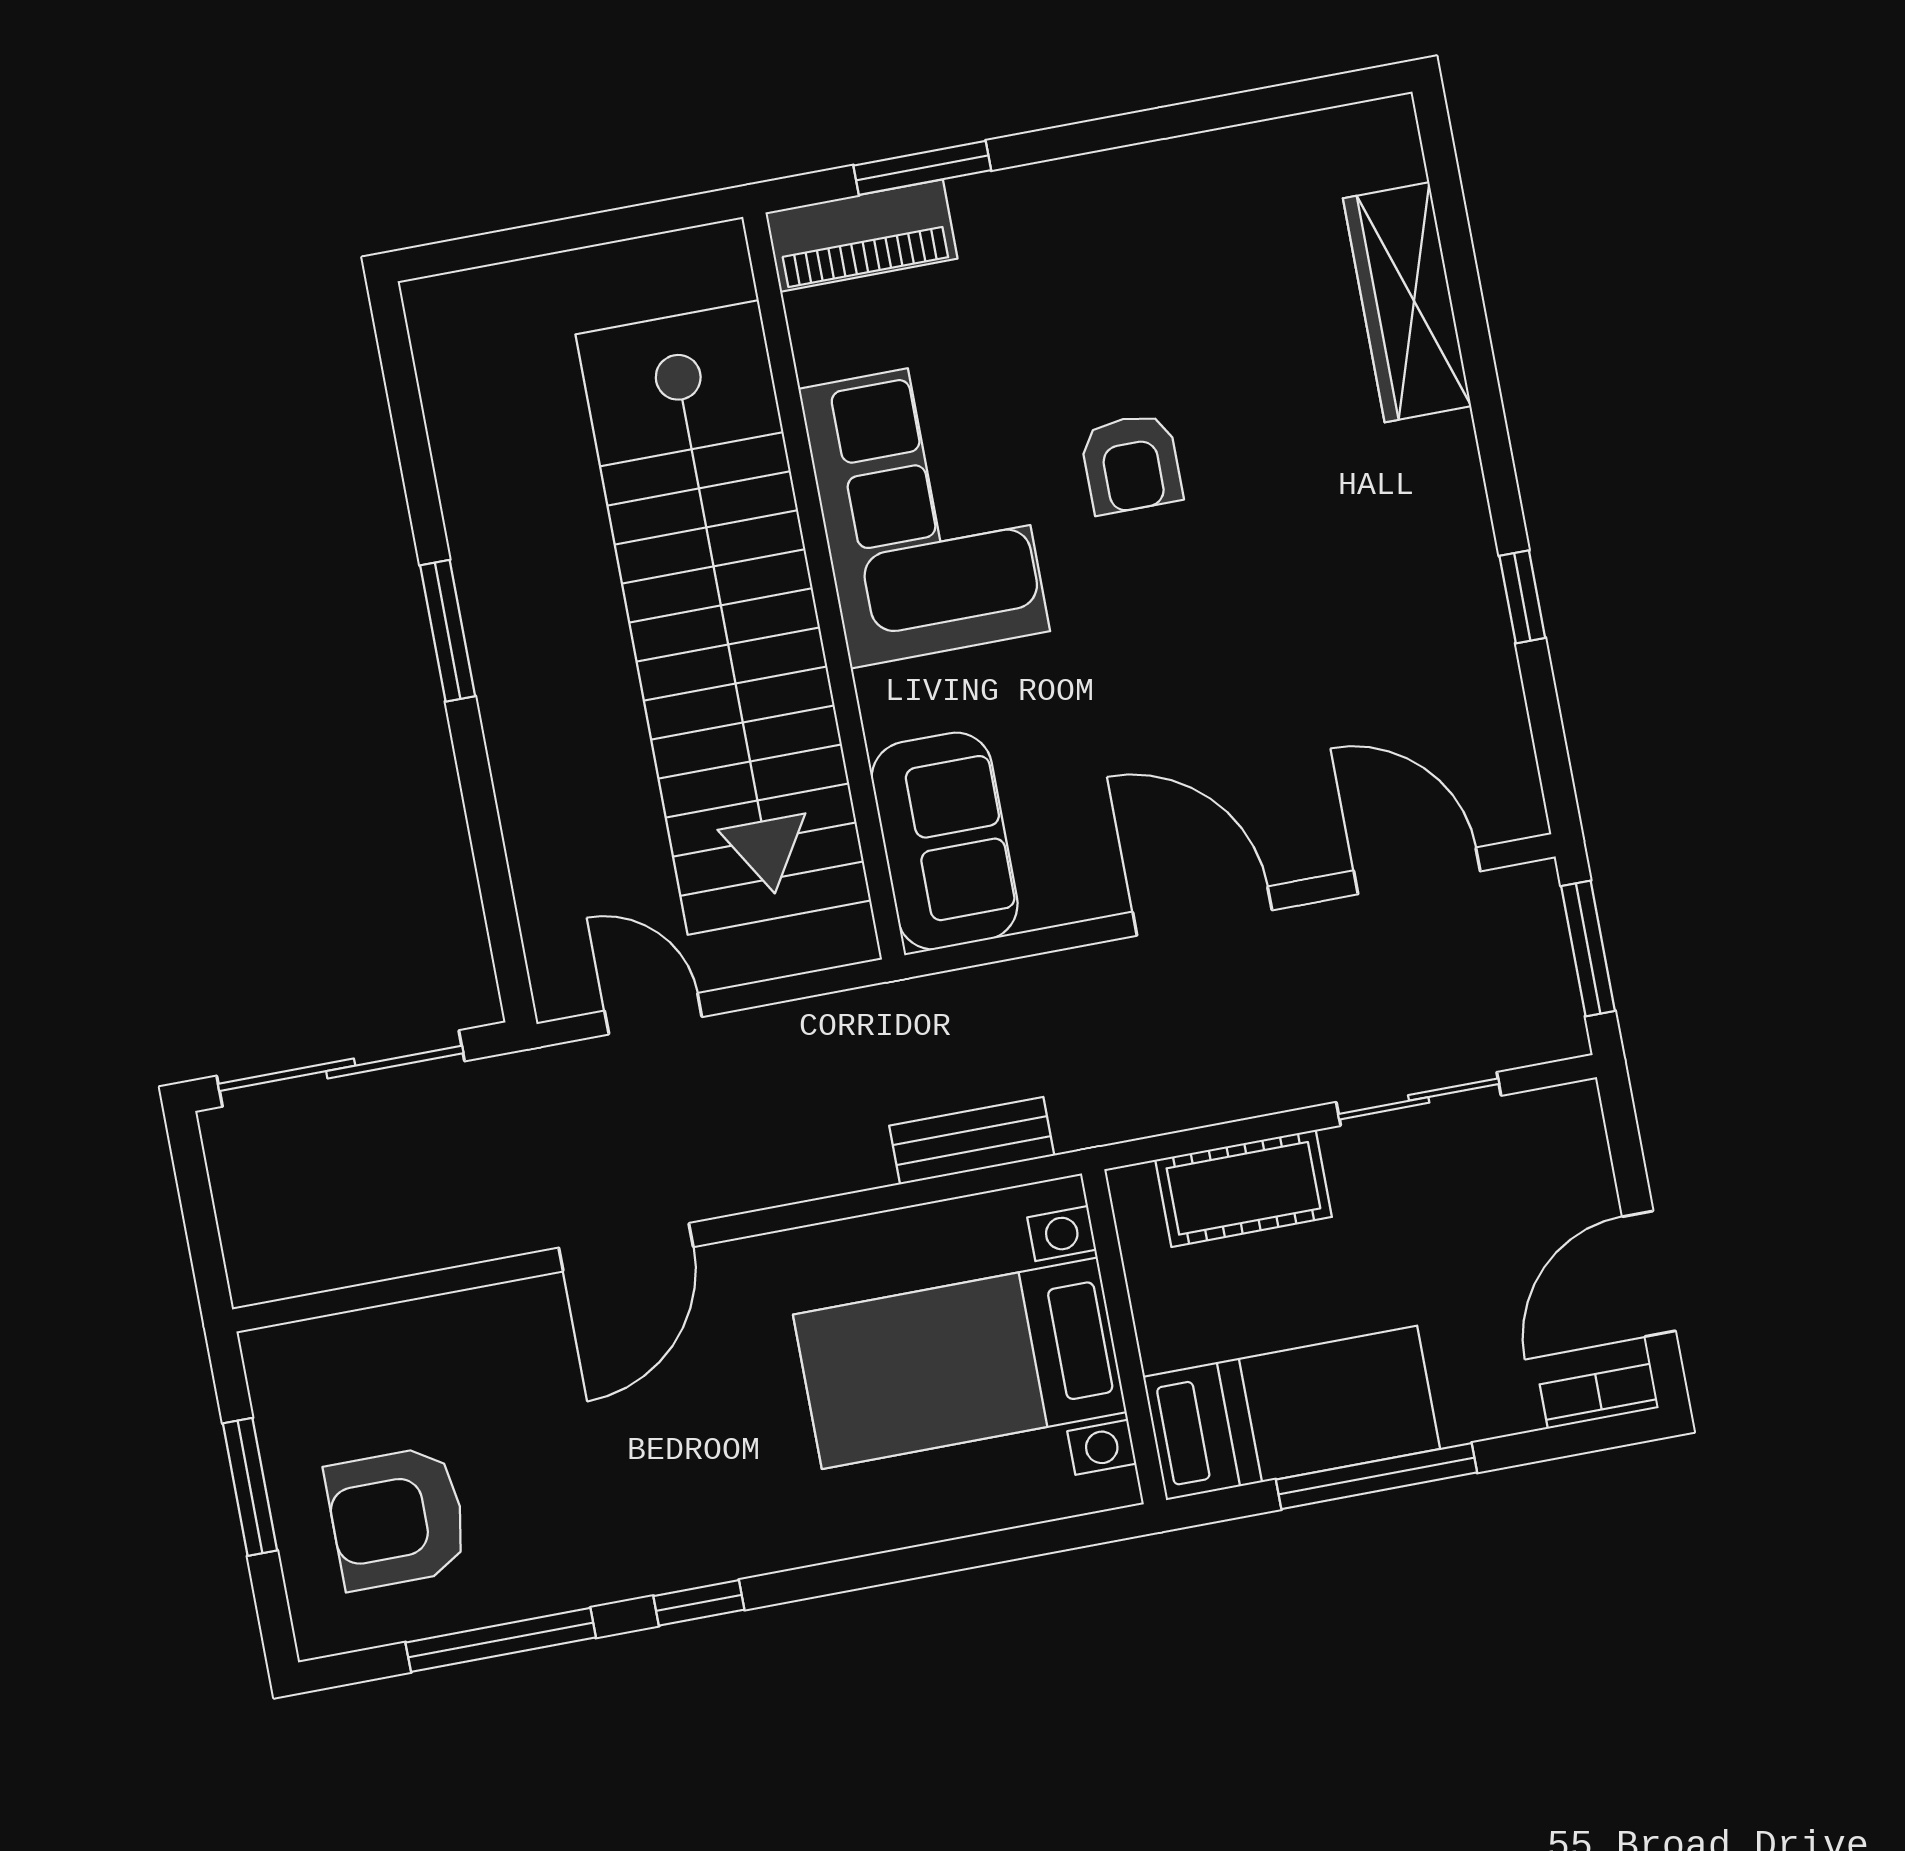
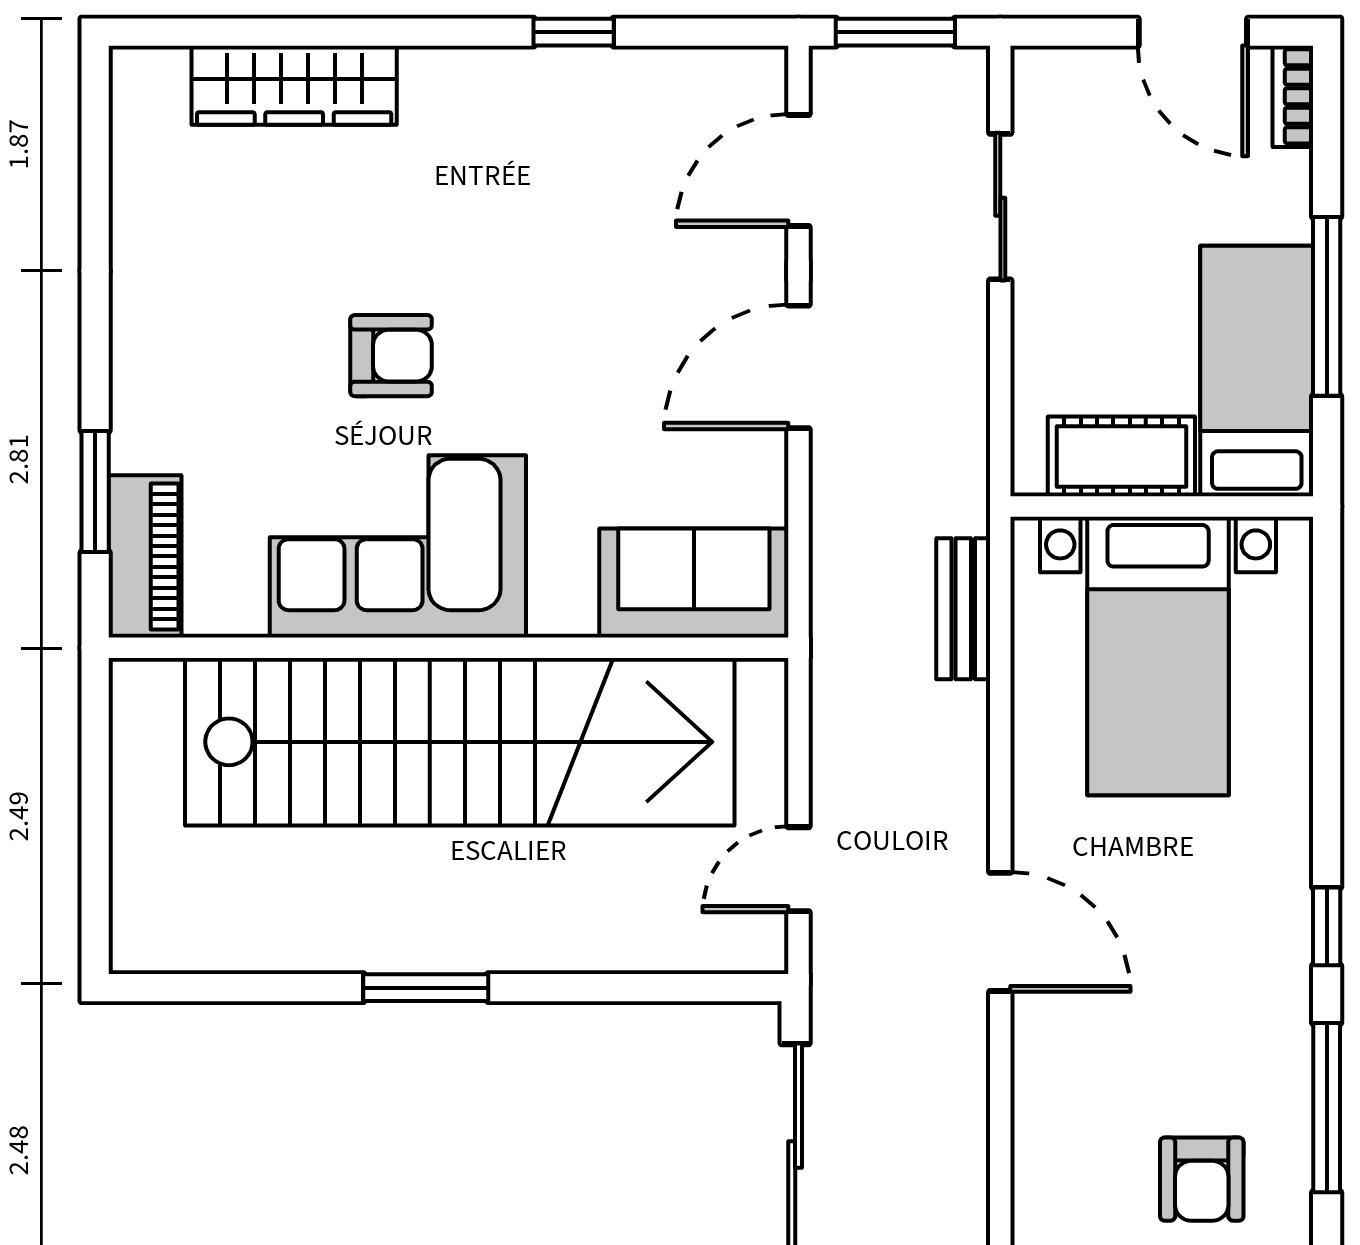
cot: (1243, 1188) -> (1121, 456), moved, turned 90
armchair: (397, 1518) -> (1202, 1179), width x0.72, depth x0.72

